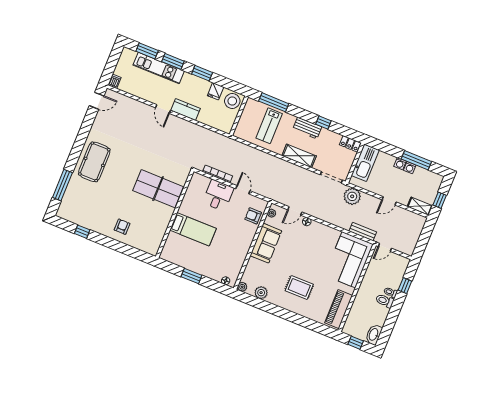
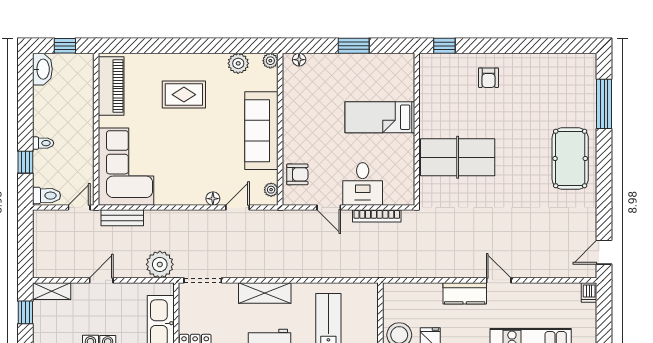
window: (82, 232) -> (444, 46), moved
sofa: (266, 243) -> (261, 131), width x1.36
toilet: (385, 301) -> (47, 196), moved

